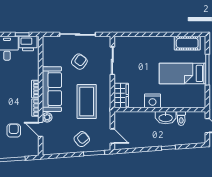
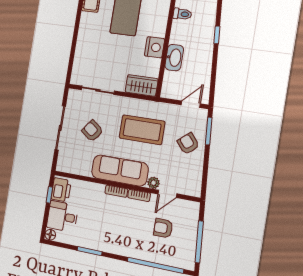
washbasin: (166, 118) -> (174, 58), moved

